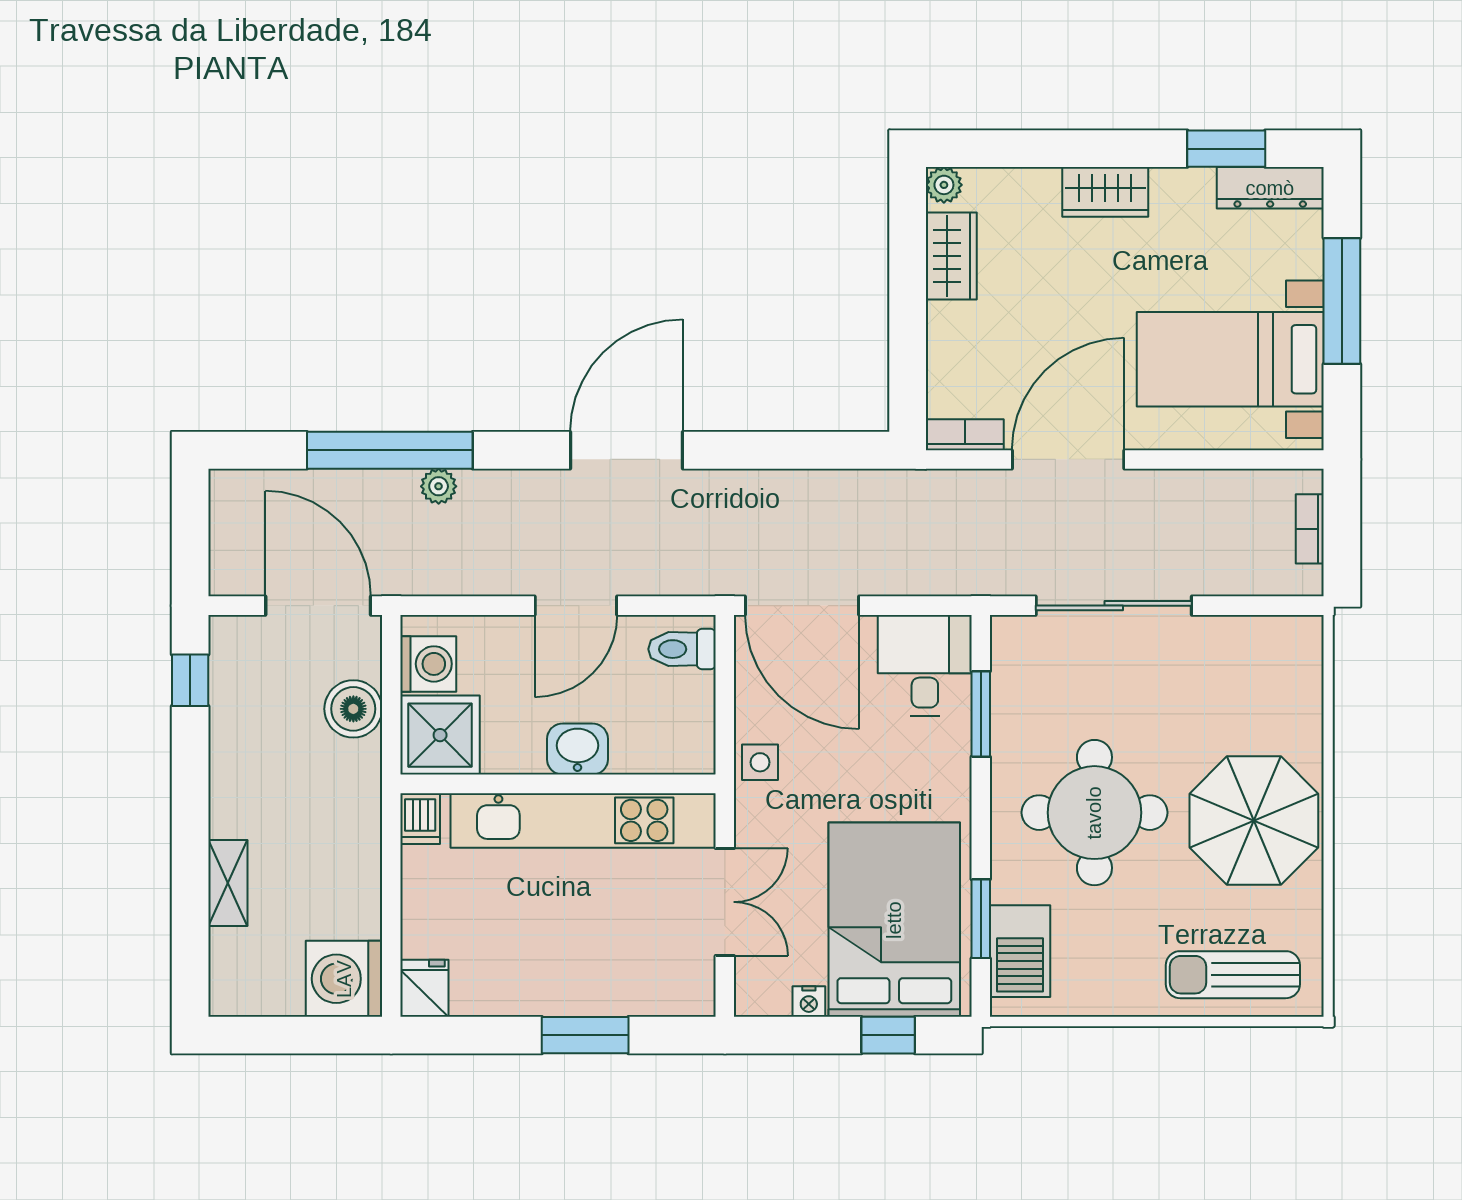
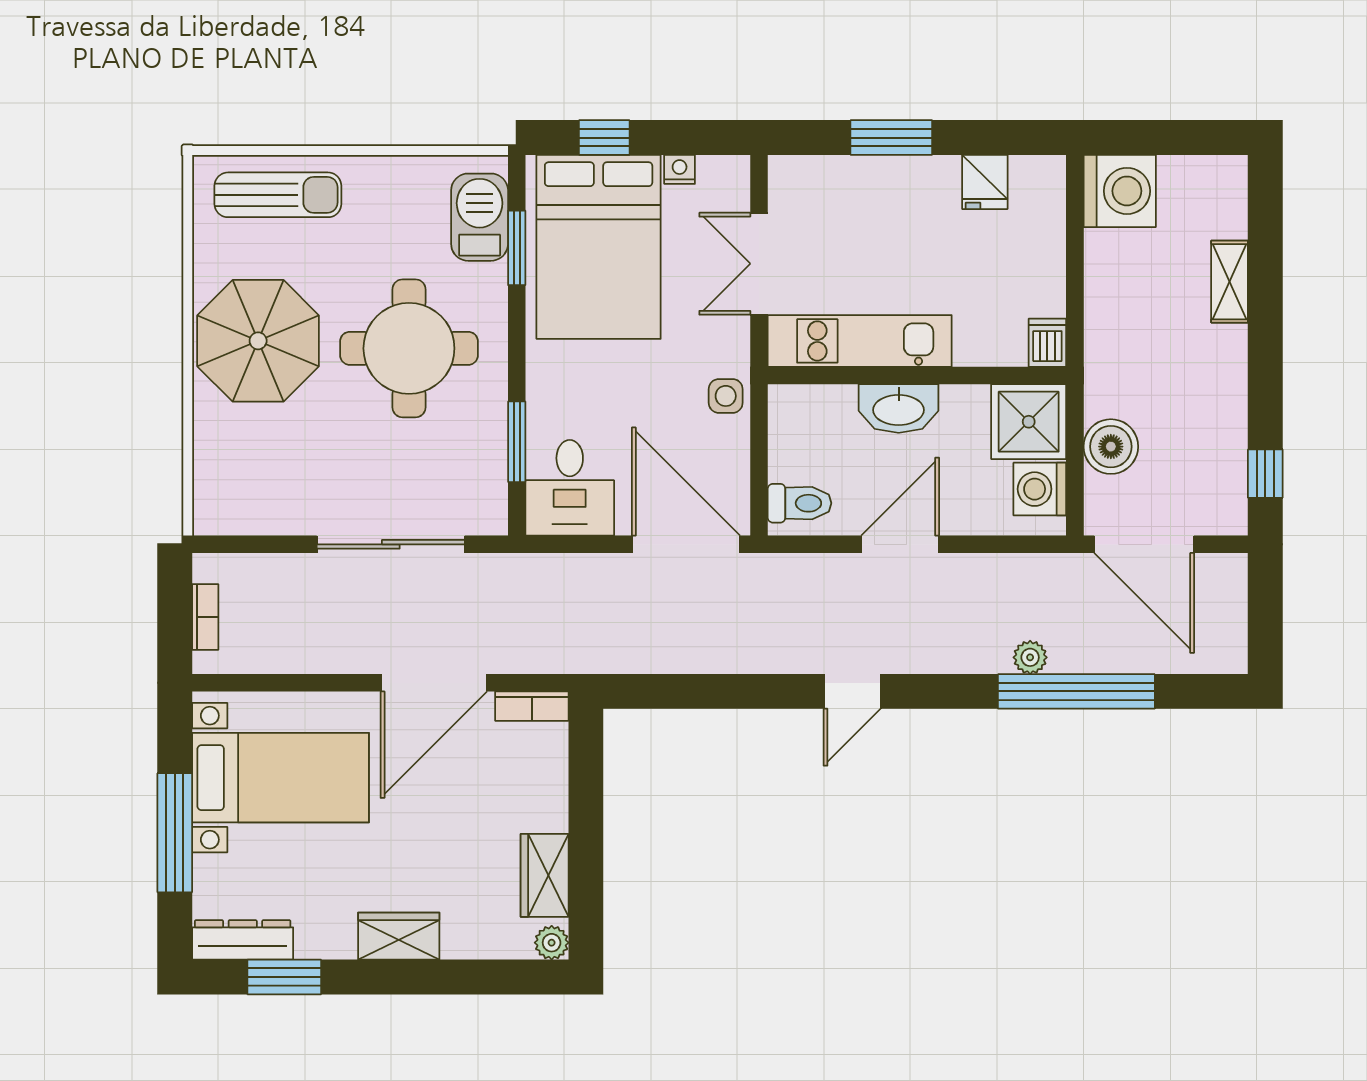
door: (627, 450) -> (852, 691), width x0.53
washbasin: (578, 749) -> (899, 408), width x1.38
kitchen unit: (583, 820) -> (860, 341), width x0.73
fridge: (424, 988) -> (985, 182), moved

